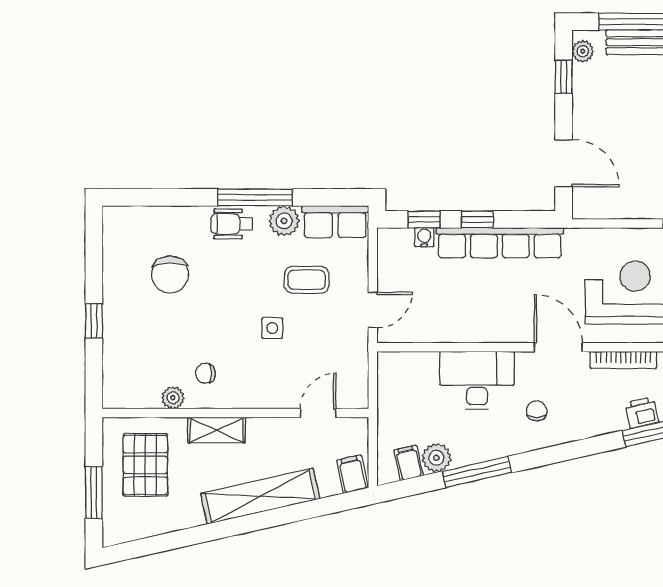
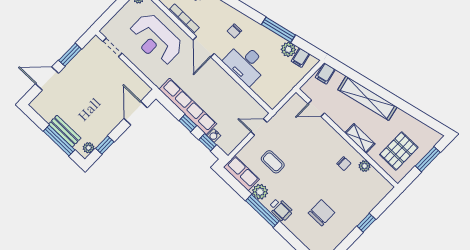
side table: (272, 328) -> (303, 156), removed

